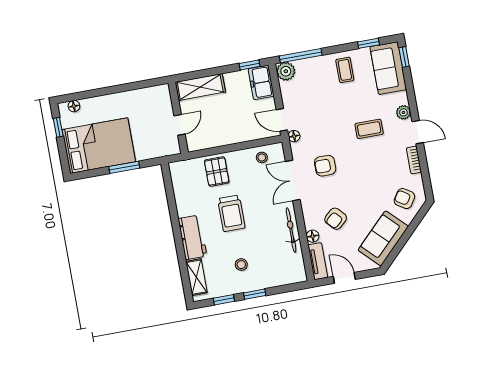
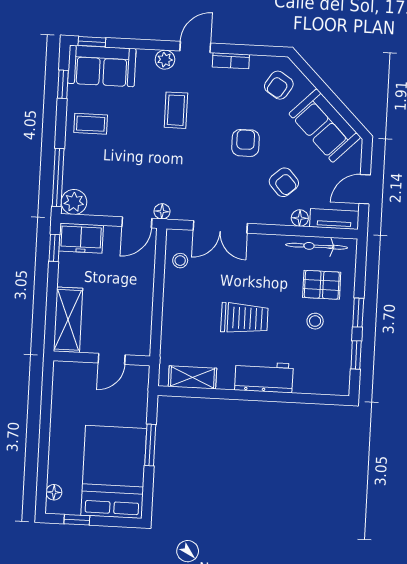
door: (179, 125) -> (112, 359), swing flipped
armchair: (325, 166) -> (245, 143), moved, turned 180
pallet: (217, 172) -> (322, 285), moved
bicycle: (291, 230) -> (316, 246), moved
shelving: (196, 277) -> (192, 377), moved

